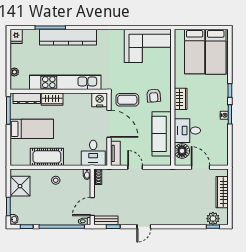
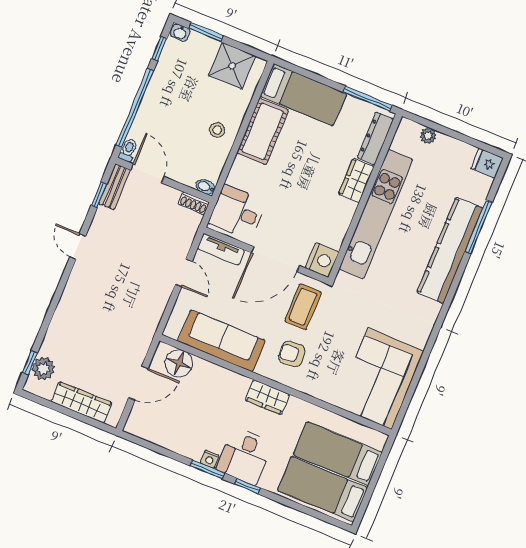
bed: (32, 129) -> (303, 95), moved, turned -90
desk: (187, 131) -> (245, 456), moved, turned 180
door: (135, 167) -> (184, 273), hinge flipped

